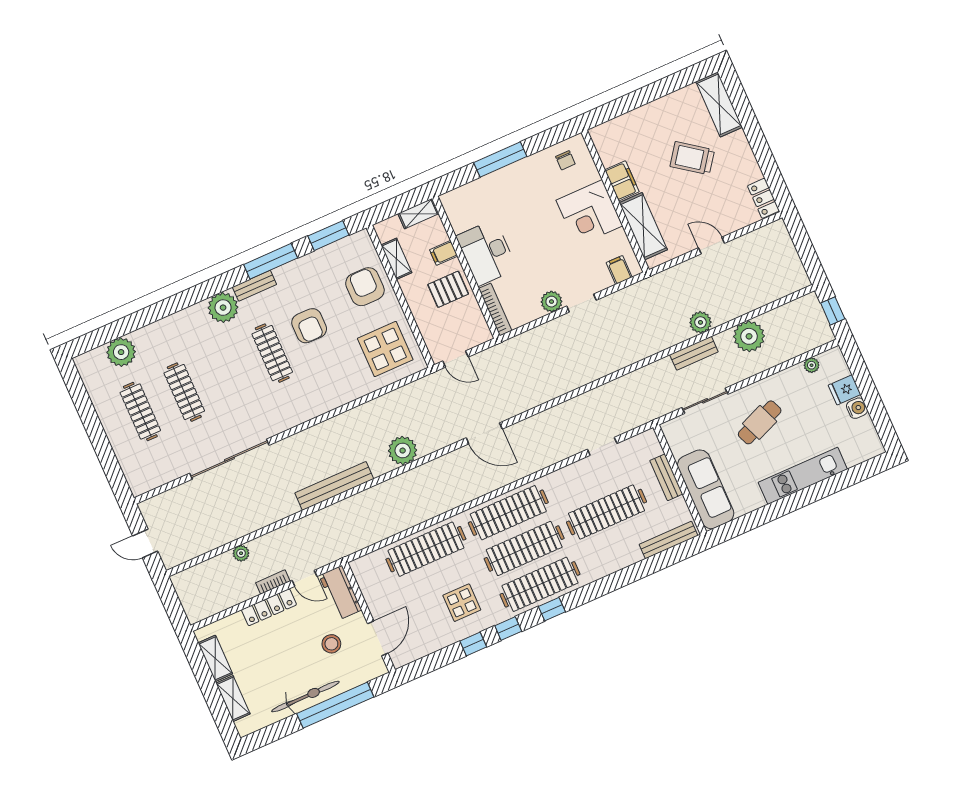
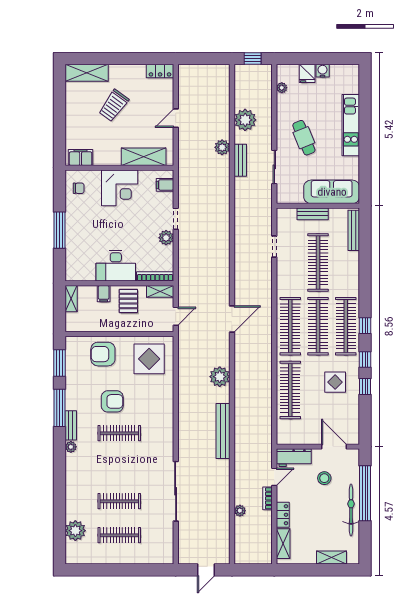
filing cabinet: (622, 181) -> (81, 158), moved
shelving: (396, 259) -> (160, 291), moved
plant: (223, 308) -> (71, 447), width x0.53, depth x0.53
locker: (269, 607) -> (283, 515), width x0.66
shelving: (215, 658) -> (283, 544), moved, turned 90

